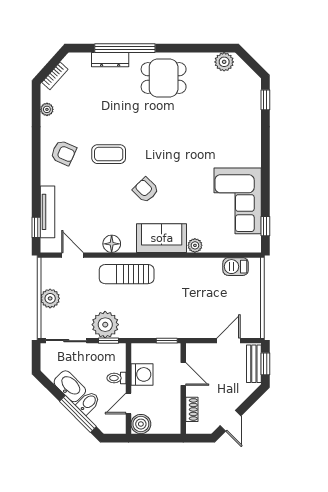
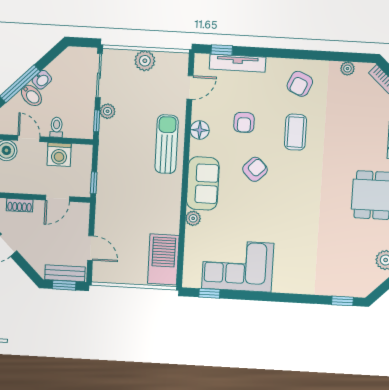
armchair: (102, 203) -> (244, 122), added
barbecue: (236, 267) -> (163, 259), width x1.88, depth x1.53
plant: (105, 325) -> (108, 111), width x0.53, depth x0.53
washbasin: (70, 386) -> (42, 80), width x0.52, depth x0.69

